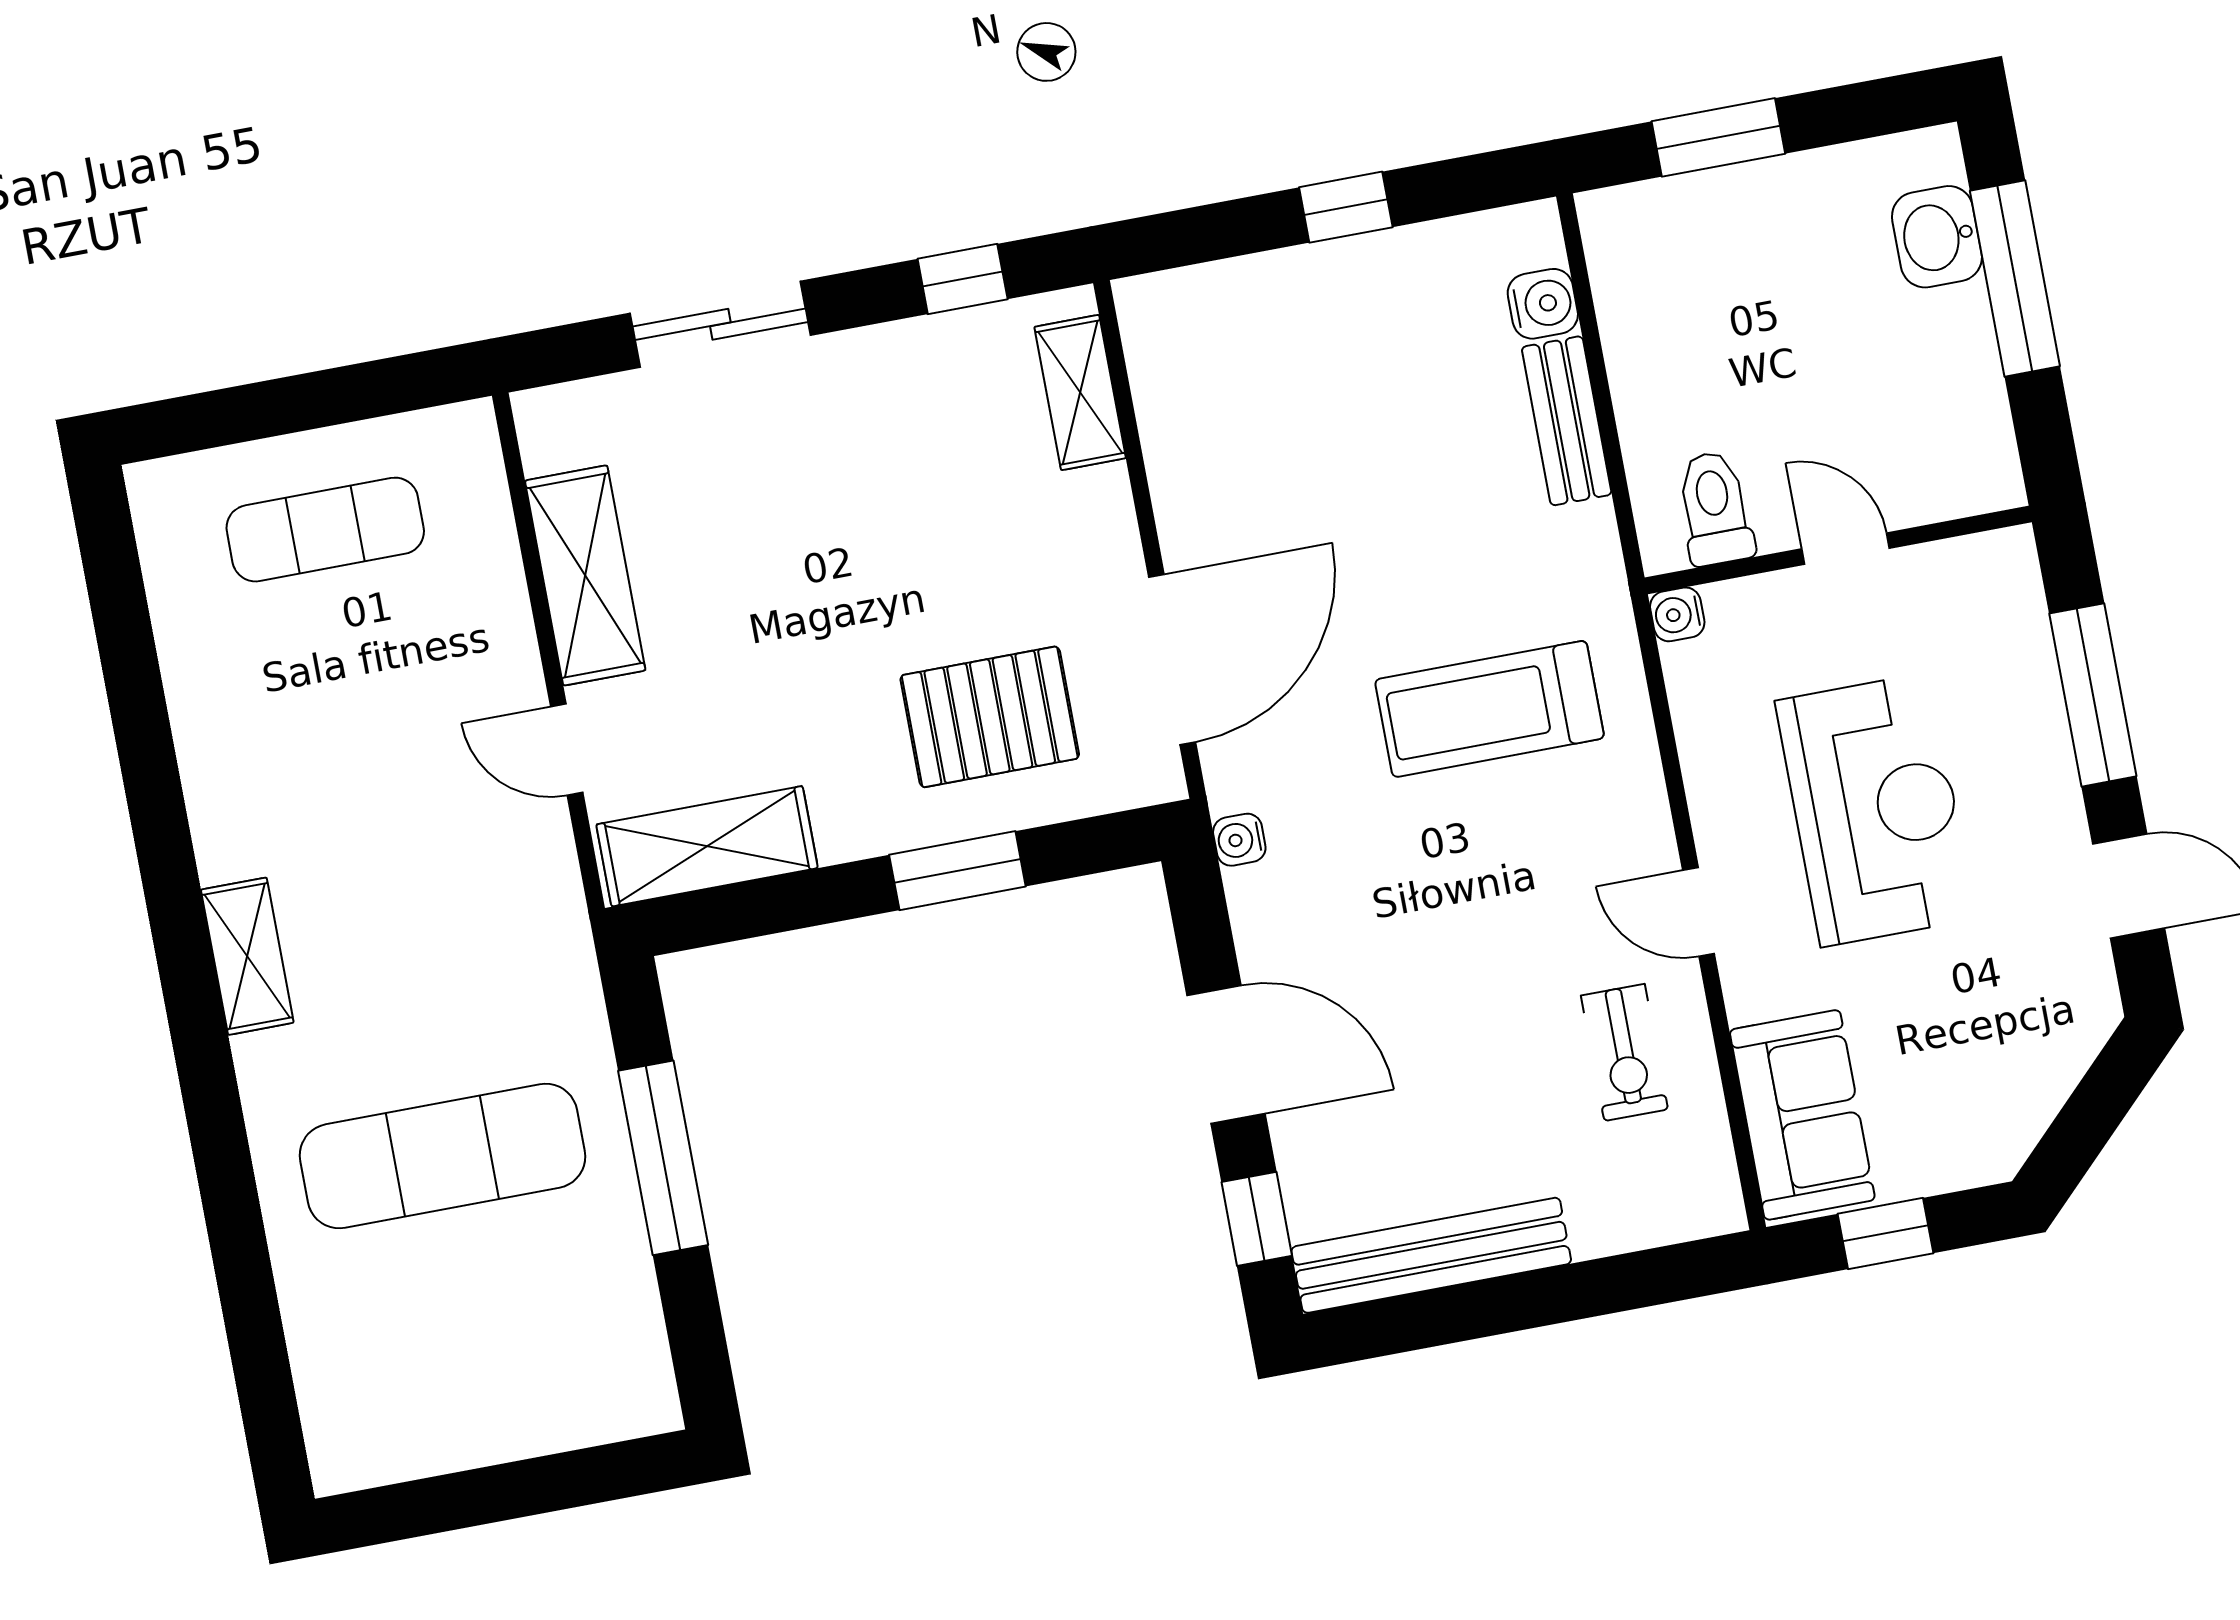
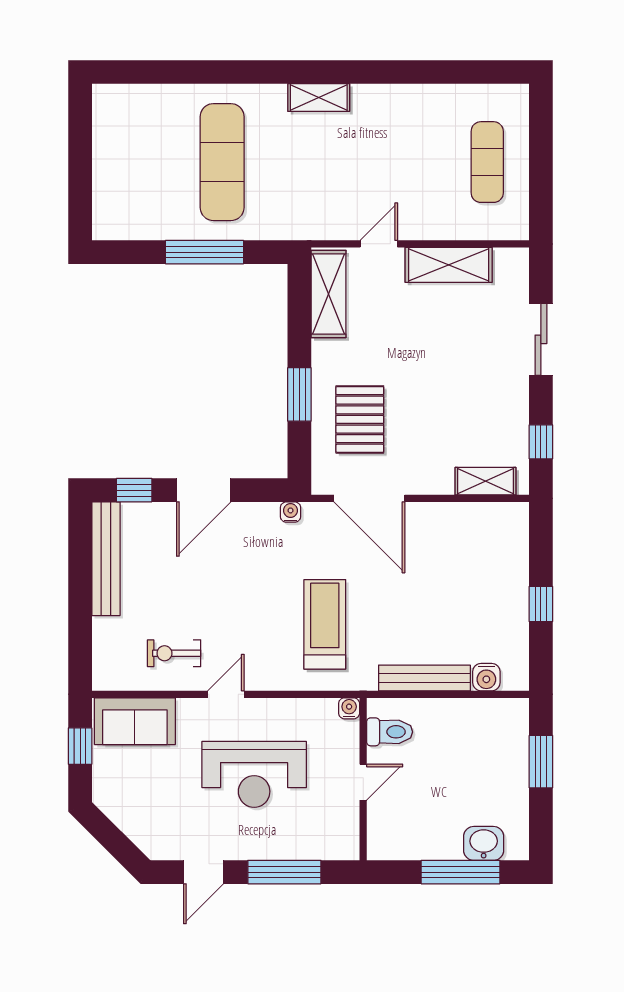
bench: (1567, 421) -> (424, 678), width x1.36

